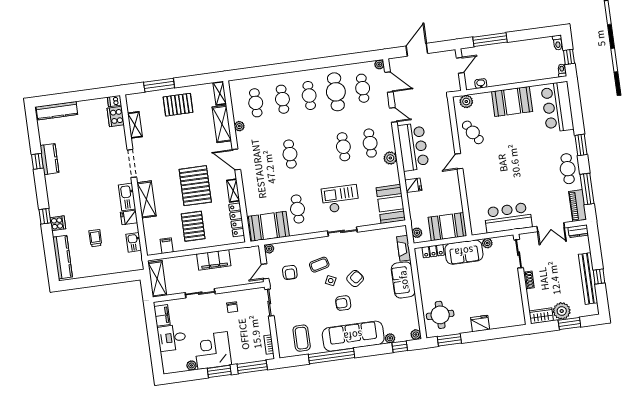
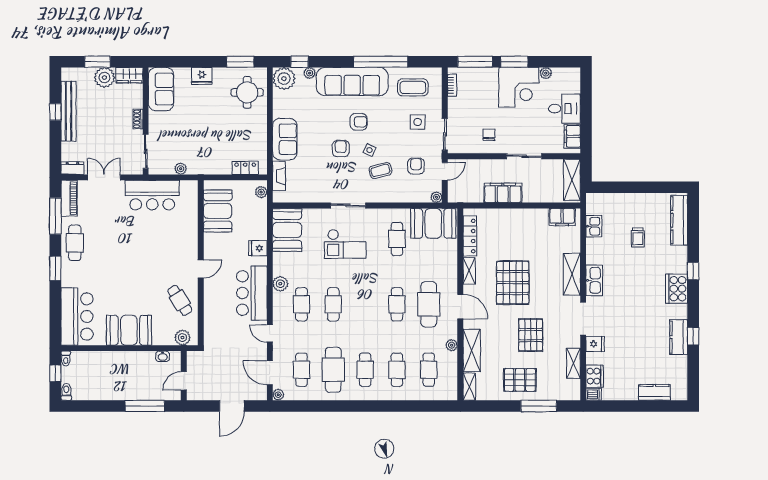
kitchen counter: (57, 111) -> (654, 392), width x0.67
cafe table: (263, 158) -> (429, 304), added
fridge: (129, 217) -> (595, 344), moved
cooker: (58, 223) -> (677, 289), moved, width x1.87, depth x1.31
pallet: (193, 226) -> (531, 335), moved
booth: (447, 227) -> (218, 211), moved, turned 90
filing cabinet: (167, 246) -> (562, 217), width x2.00
sofa: (464, 252) -> (161, 89), moved, turned 90
armchair: (355, 279) -> (341, 149), turned 128
side table: (294, 310) -> (418, 122), added
plant: (416, 335) -> (284, 79), width x1.88, depth x1.88
coffee table: (302, 338) -> (413, 87), turned 90

